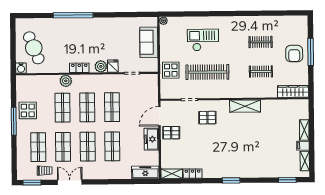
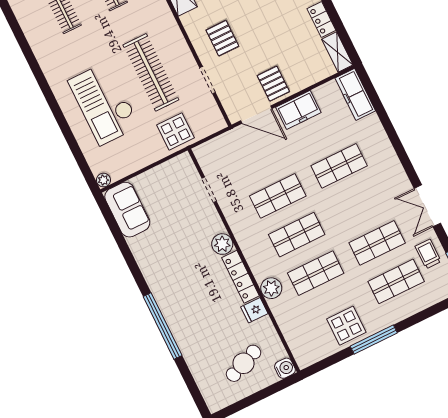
checkout: (203, 40) -> (104, 103), width x1.36, depth x1.21
sofa: (149, 42) -> (127, 210), moved, turned -90
cafe table: (34, 48) -> (243, 363), width x0.73, depth x0.74
fridge: (113, 66) -> (254, 310), moved
locker: (79, 68) -> (241, 277), width x1.53
shop shelf: (88, 147) -> (358, 204), removed

